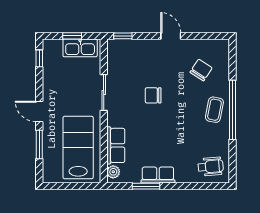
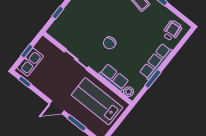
window: (123, 36) -> (58, 13), moved
kitchen sink: (80, 48) -> (30, 62), moved
chair: (153, 95) -> (110, 43), moved
row of seats: (158, 175) -> (156, 62), width x1.48

